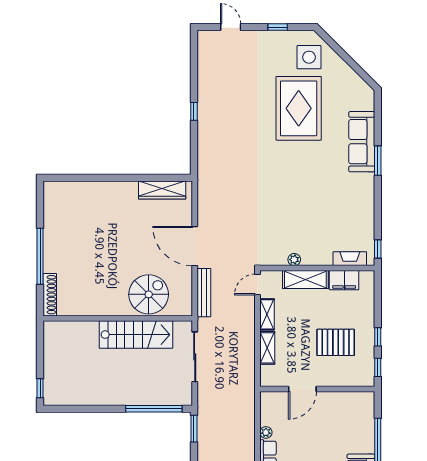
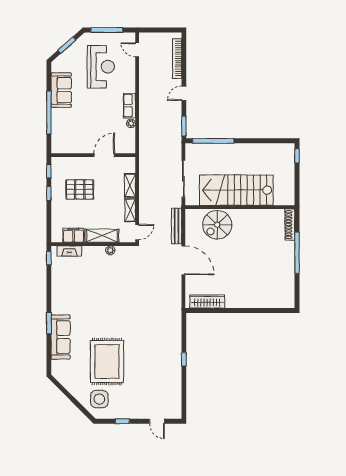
stairs: (136, 335) -> (236, 190), width x1.36, depth x1.51

